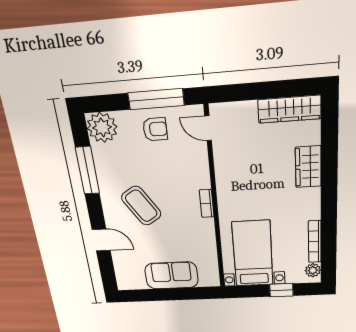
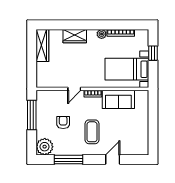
door: (208, 128) -> (74, 89), moved
armchair: (155, 129) -> (63, 122), moved
coffee table: (141, 206) -> (92, 132), turned -58
plant: (313, 270) -> (102, 34), moved
sofa: (171, 275) -> (118, 99), moved, turned -90

